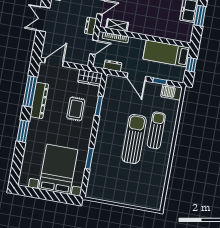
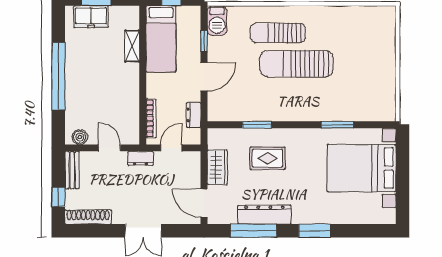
shelving: (117, 25) -> (132, 46), moved
door: (94, 47) -> (171, 148), hinge flipped
wardrobe: (90, 78) -> (217, 167), moved

